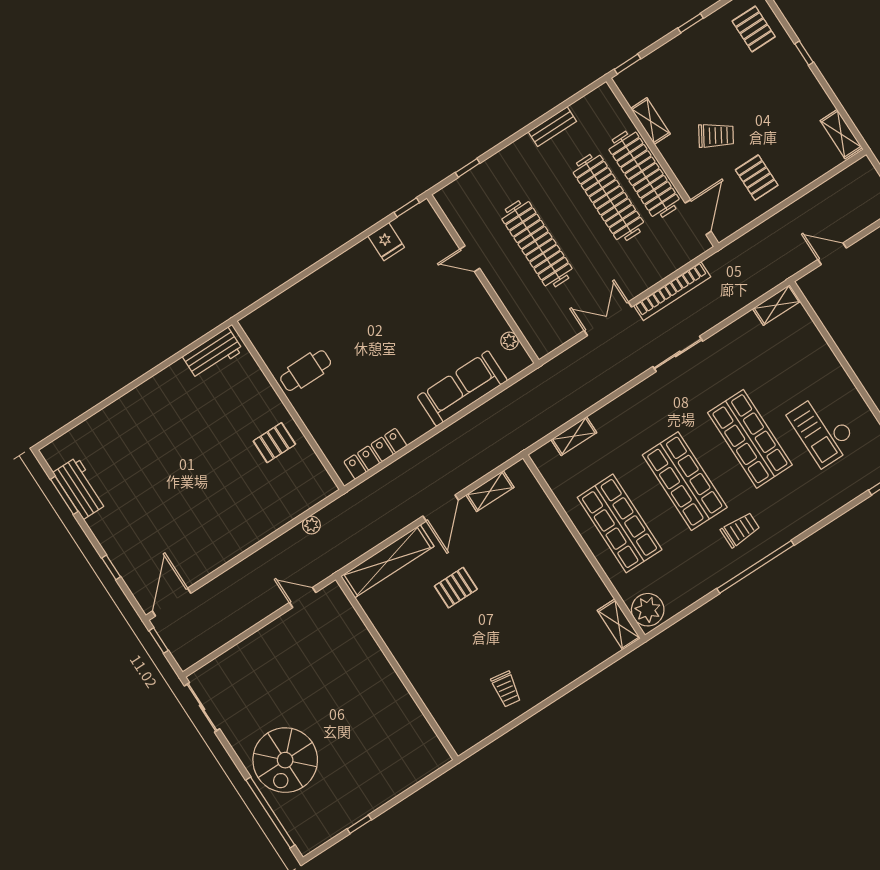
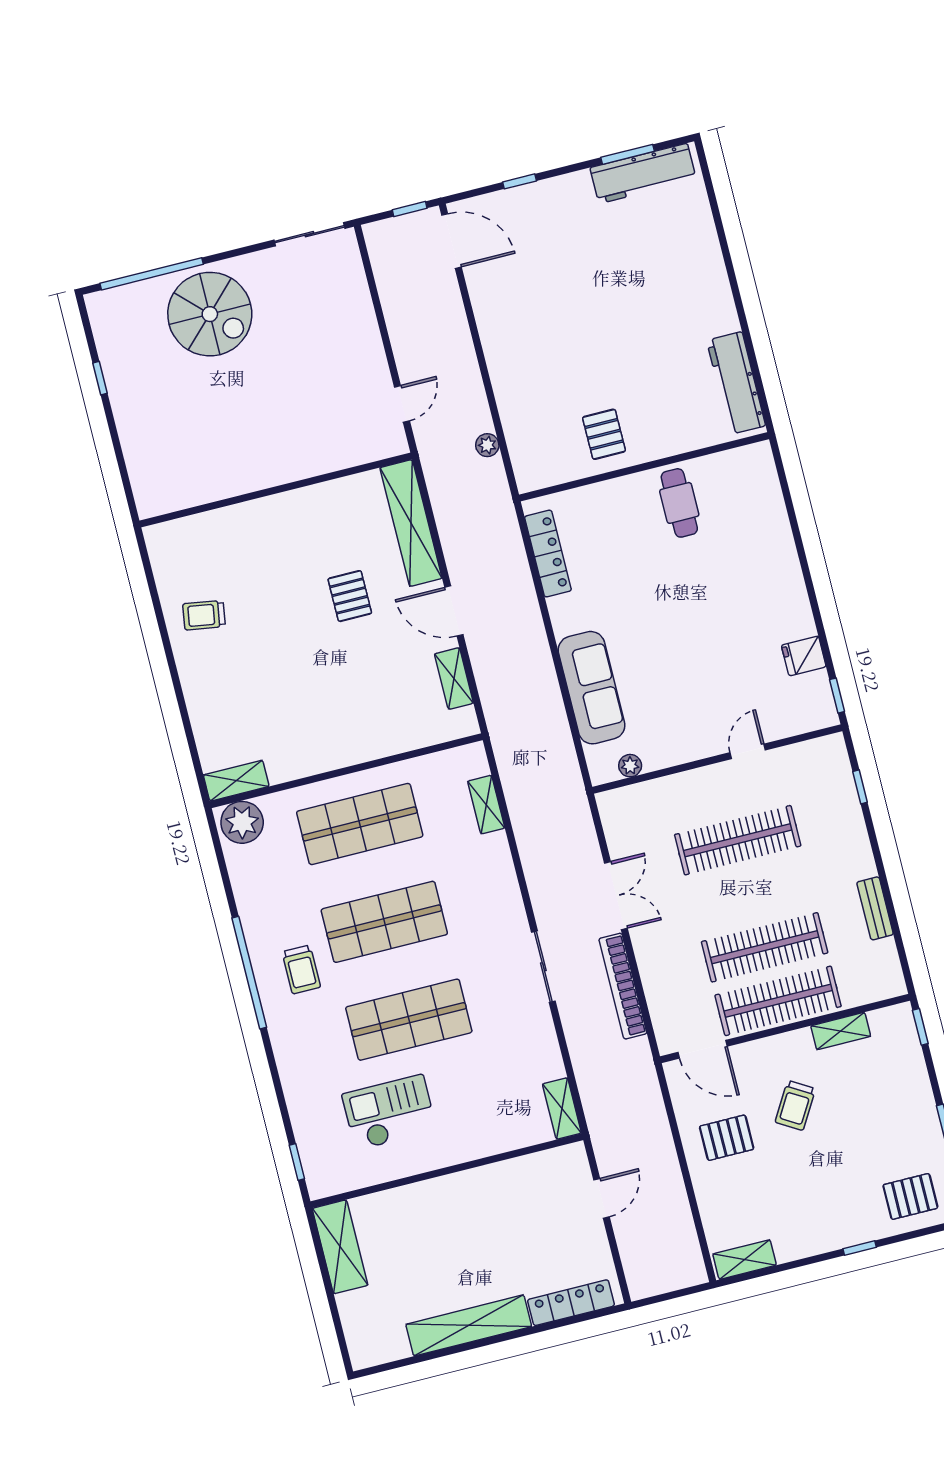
workbench: (213, 354) -> (736, 383), width x1.38
workbench: (80, 488) -> (643, 173), width x1.38
spiral stairs: (285, 760) -> (210, 314), turned 180

